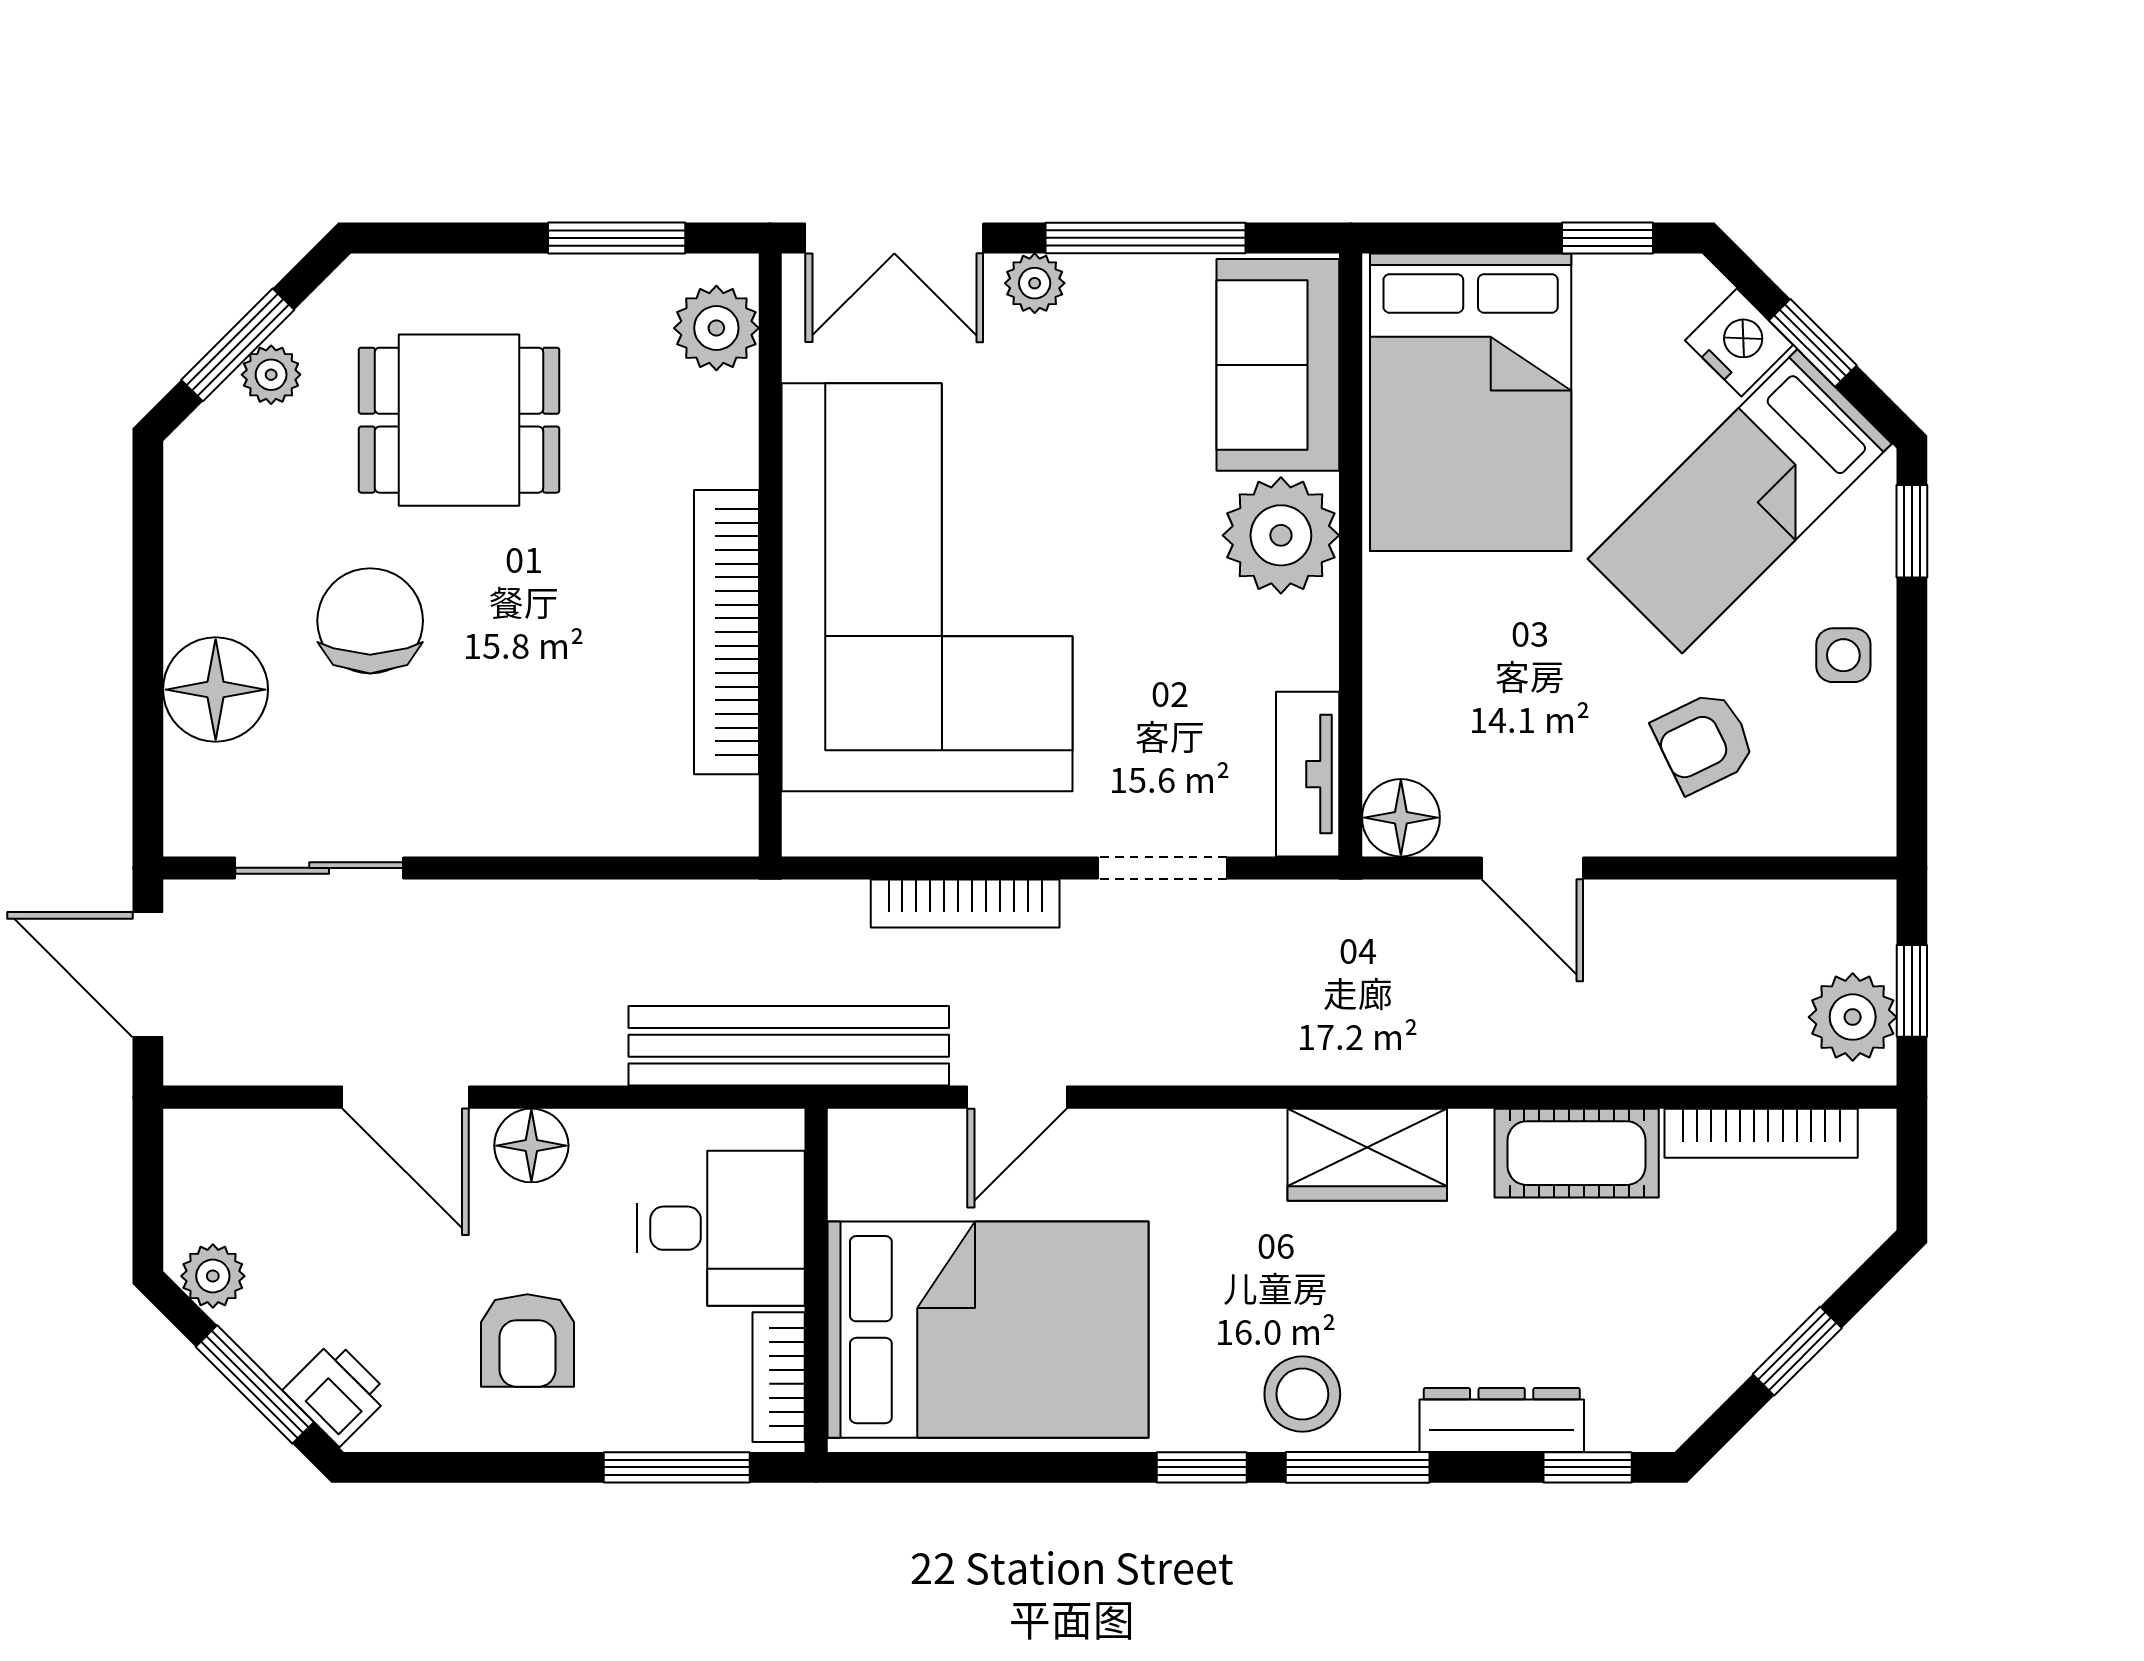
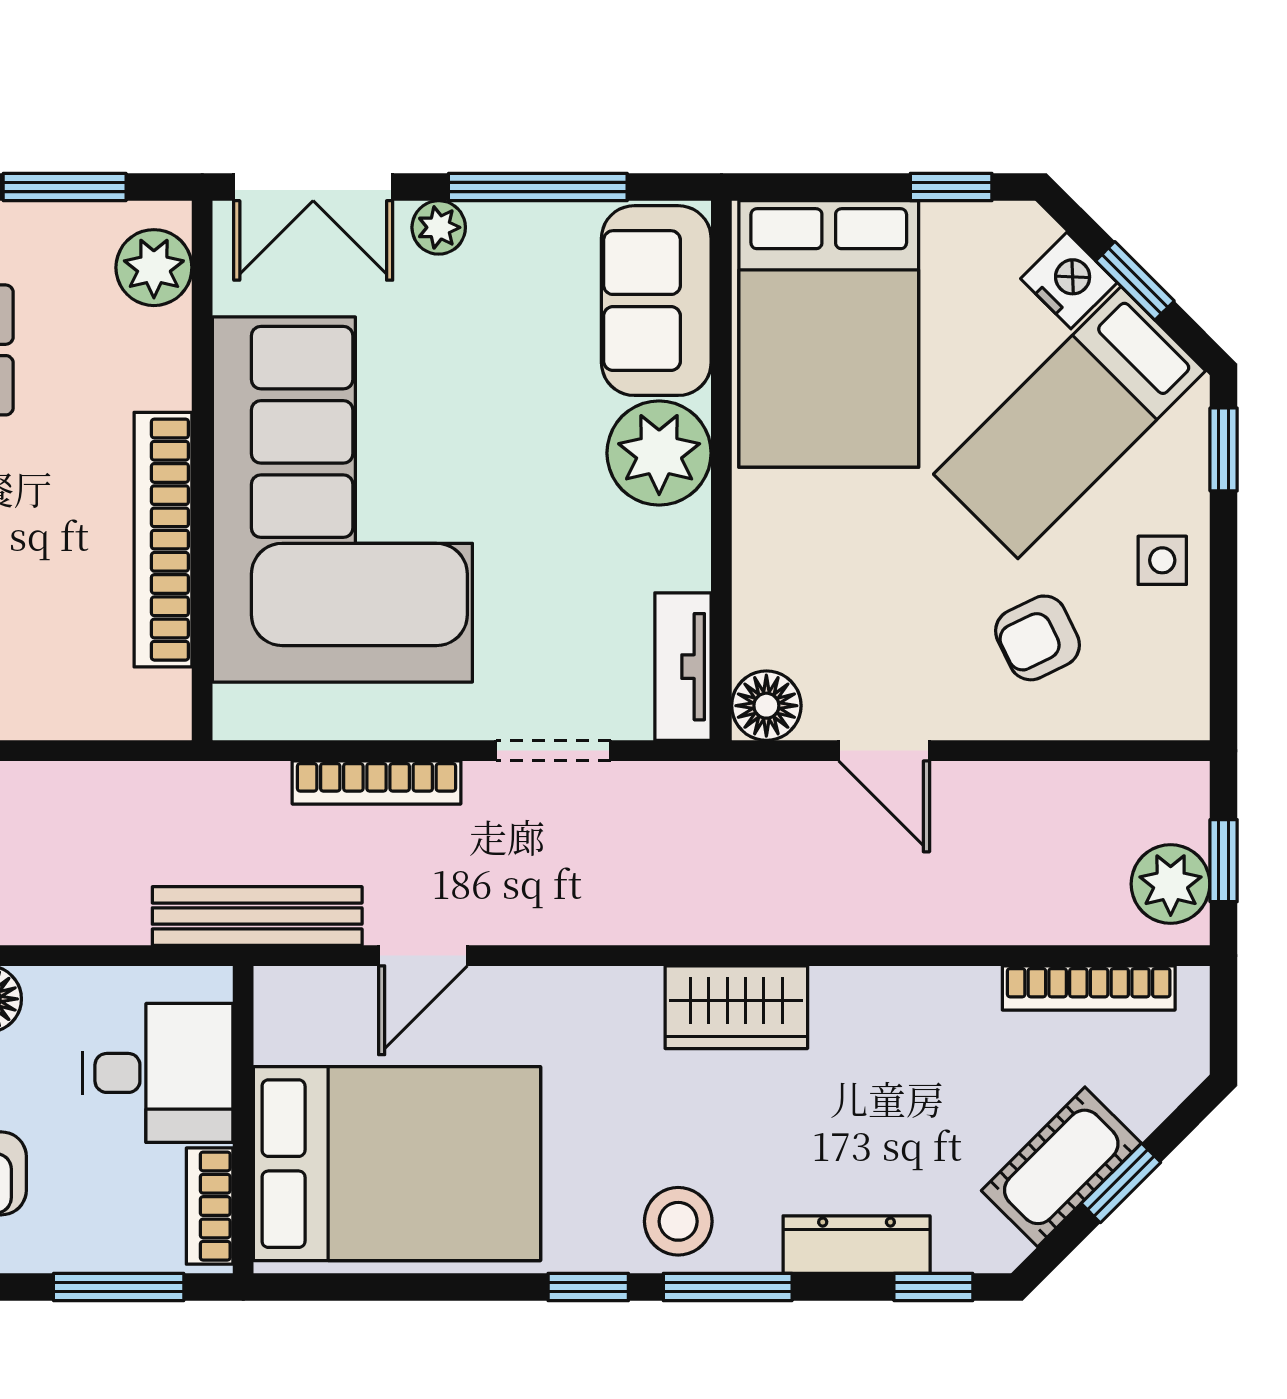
bench: (789, 1046) -> (257, 916), width x0.73, depth x0.82
cot: (1577, 1153) -> (1061, 1167), moved, turned -45

